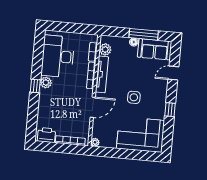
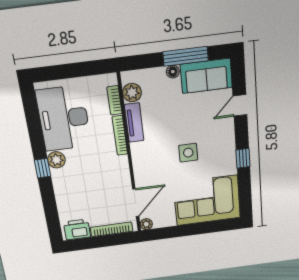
tv unit: (102, 74) -> (134, 123), width x0.71
door: (93, 107) -> (136, 203), moved

